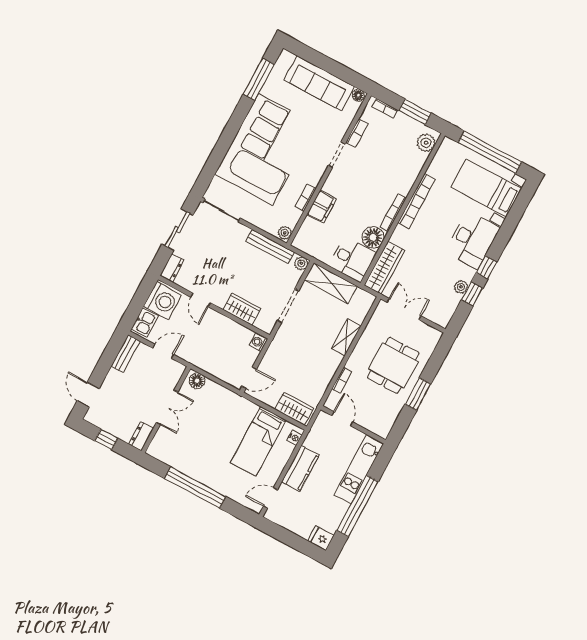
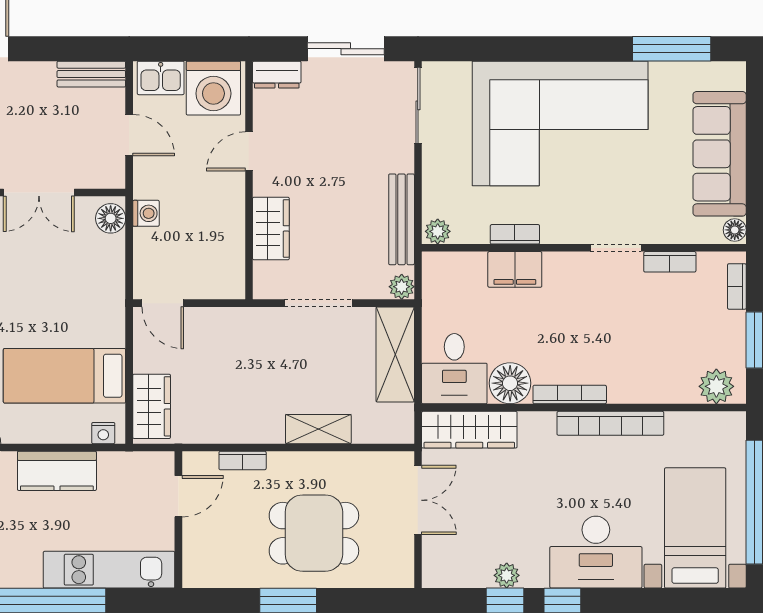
washing machine: (258, 342) -> (146, 213), moved, turned 90

